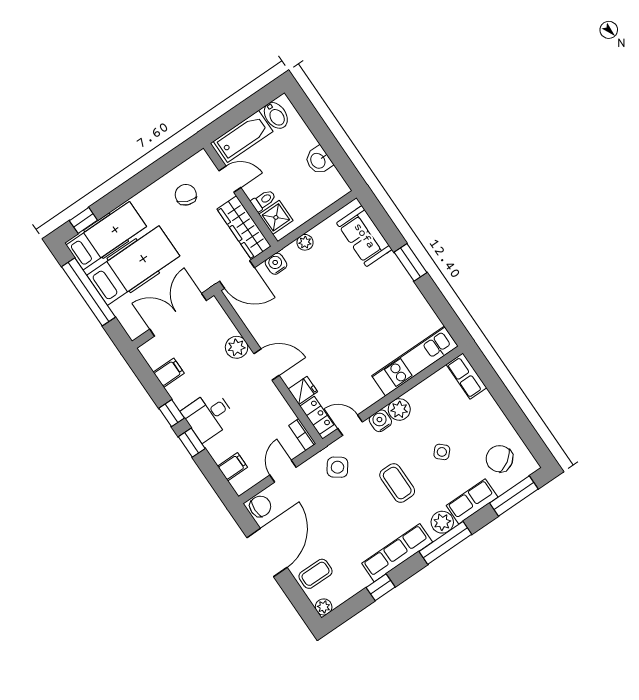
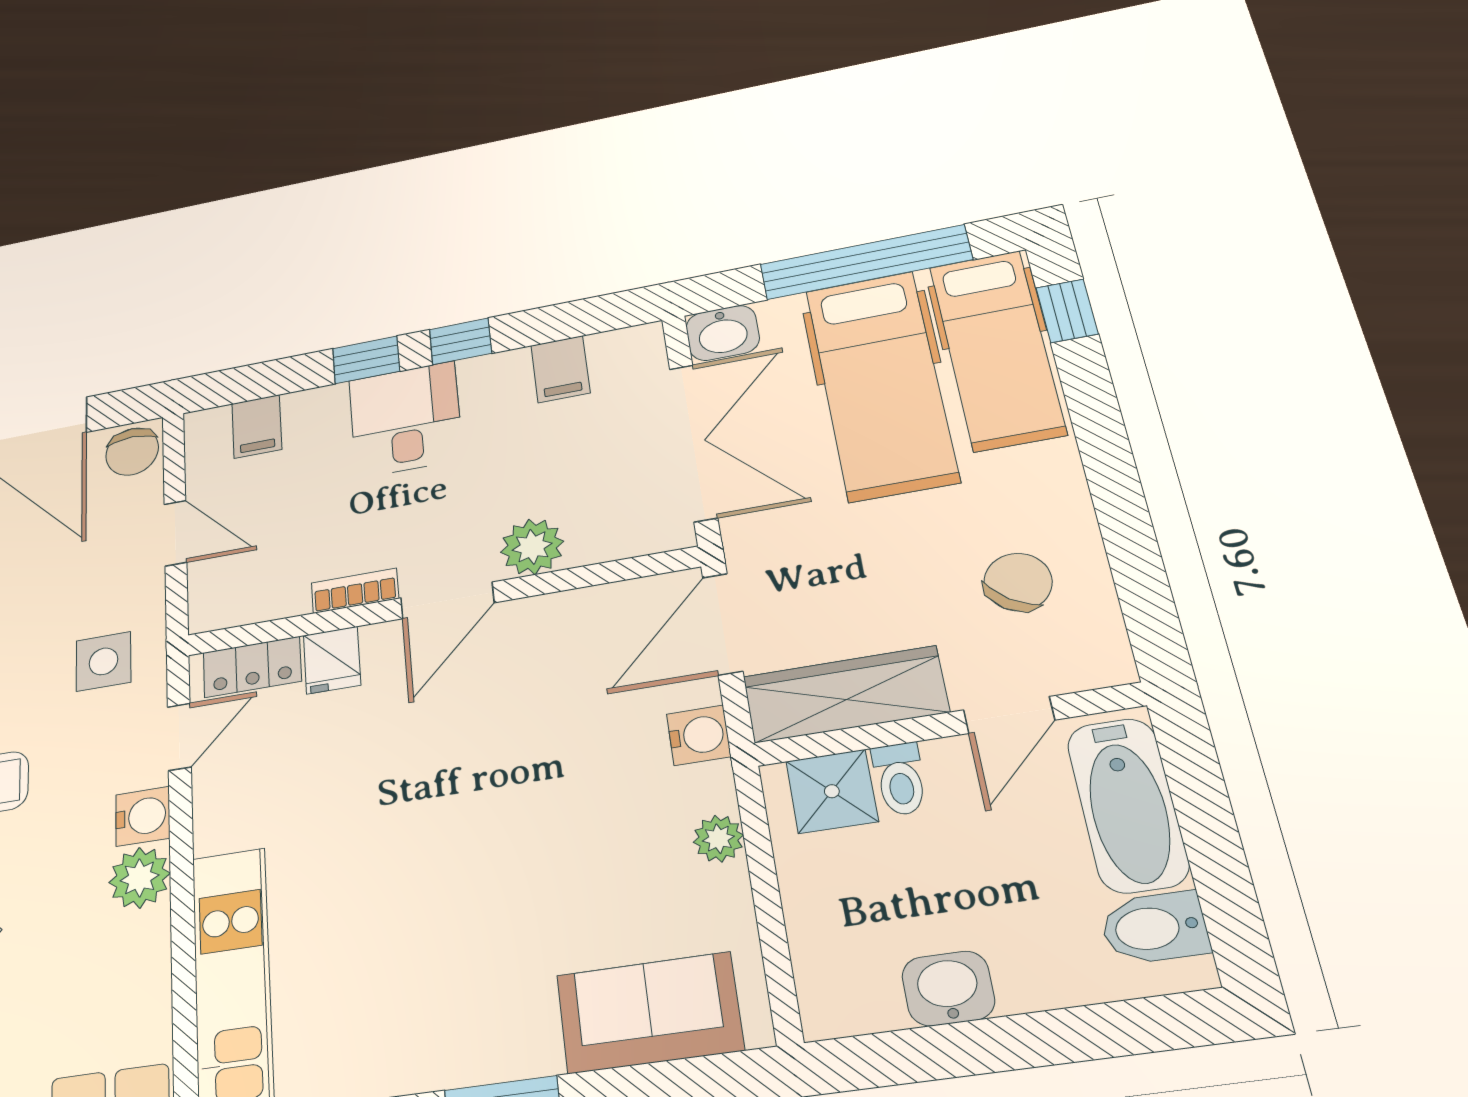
chair: (186, 195) -> (1018, 582), turned -75
washbasin: (134, 326) -> (723, 333), added
bookcase: (302, 435) -> (355, 591), moved
side table: (337, 467) -> (103, 661), turned -36

